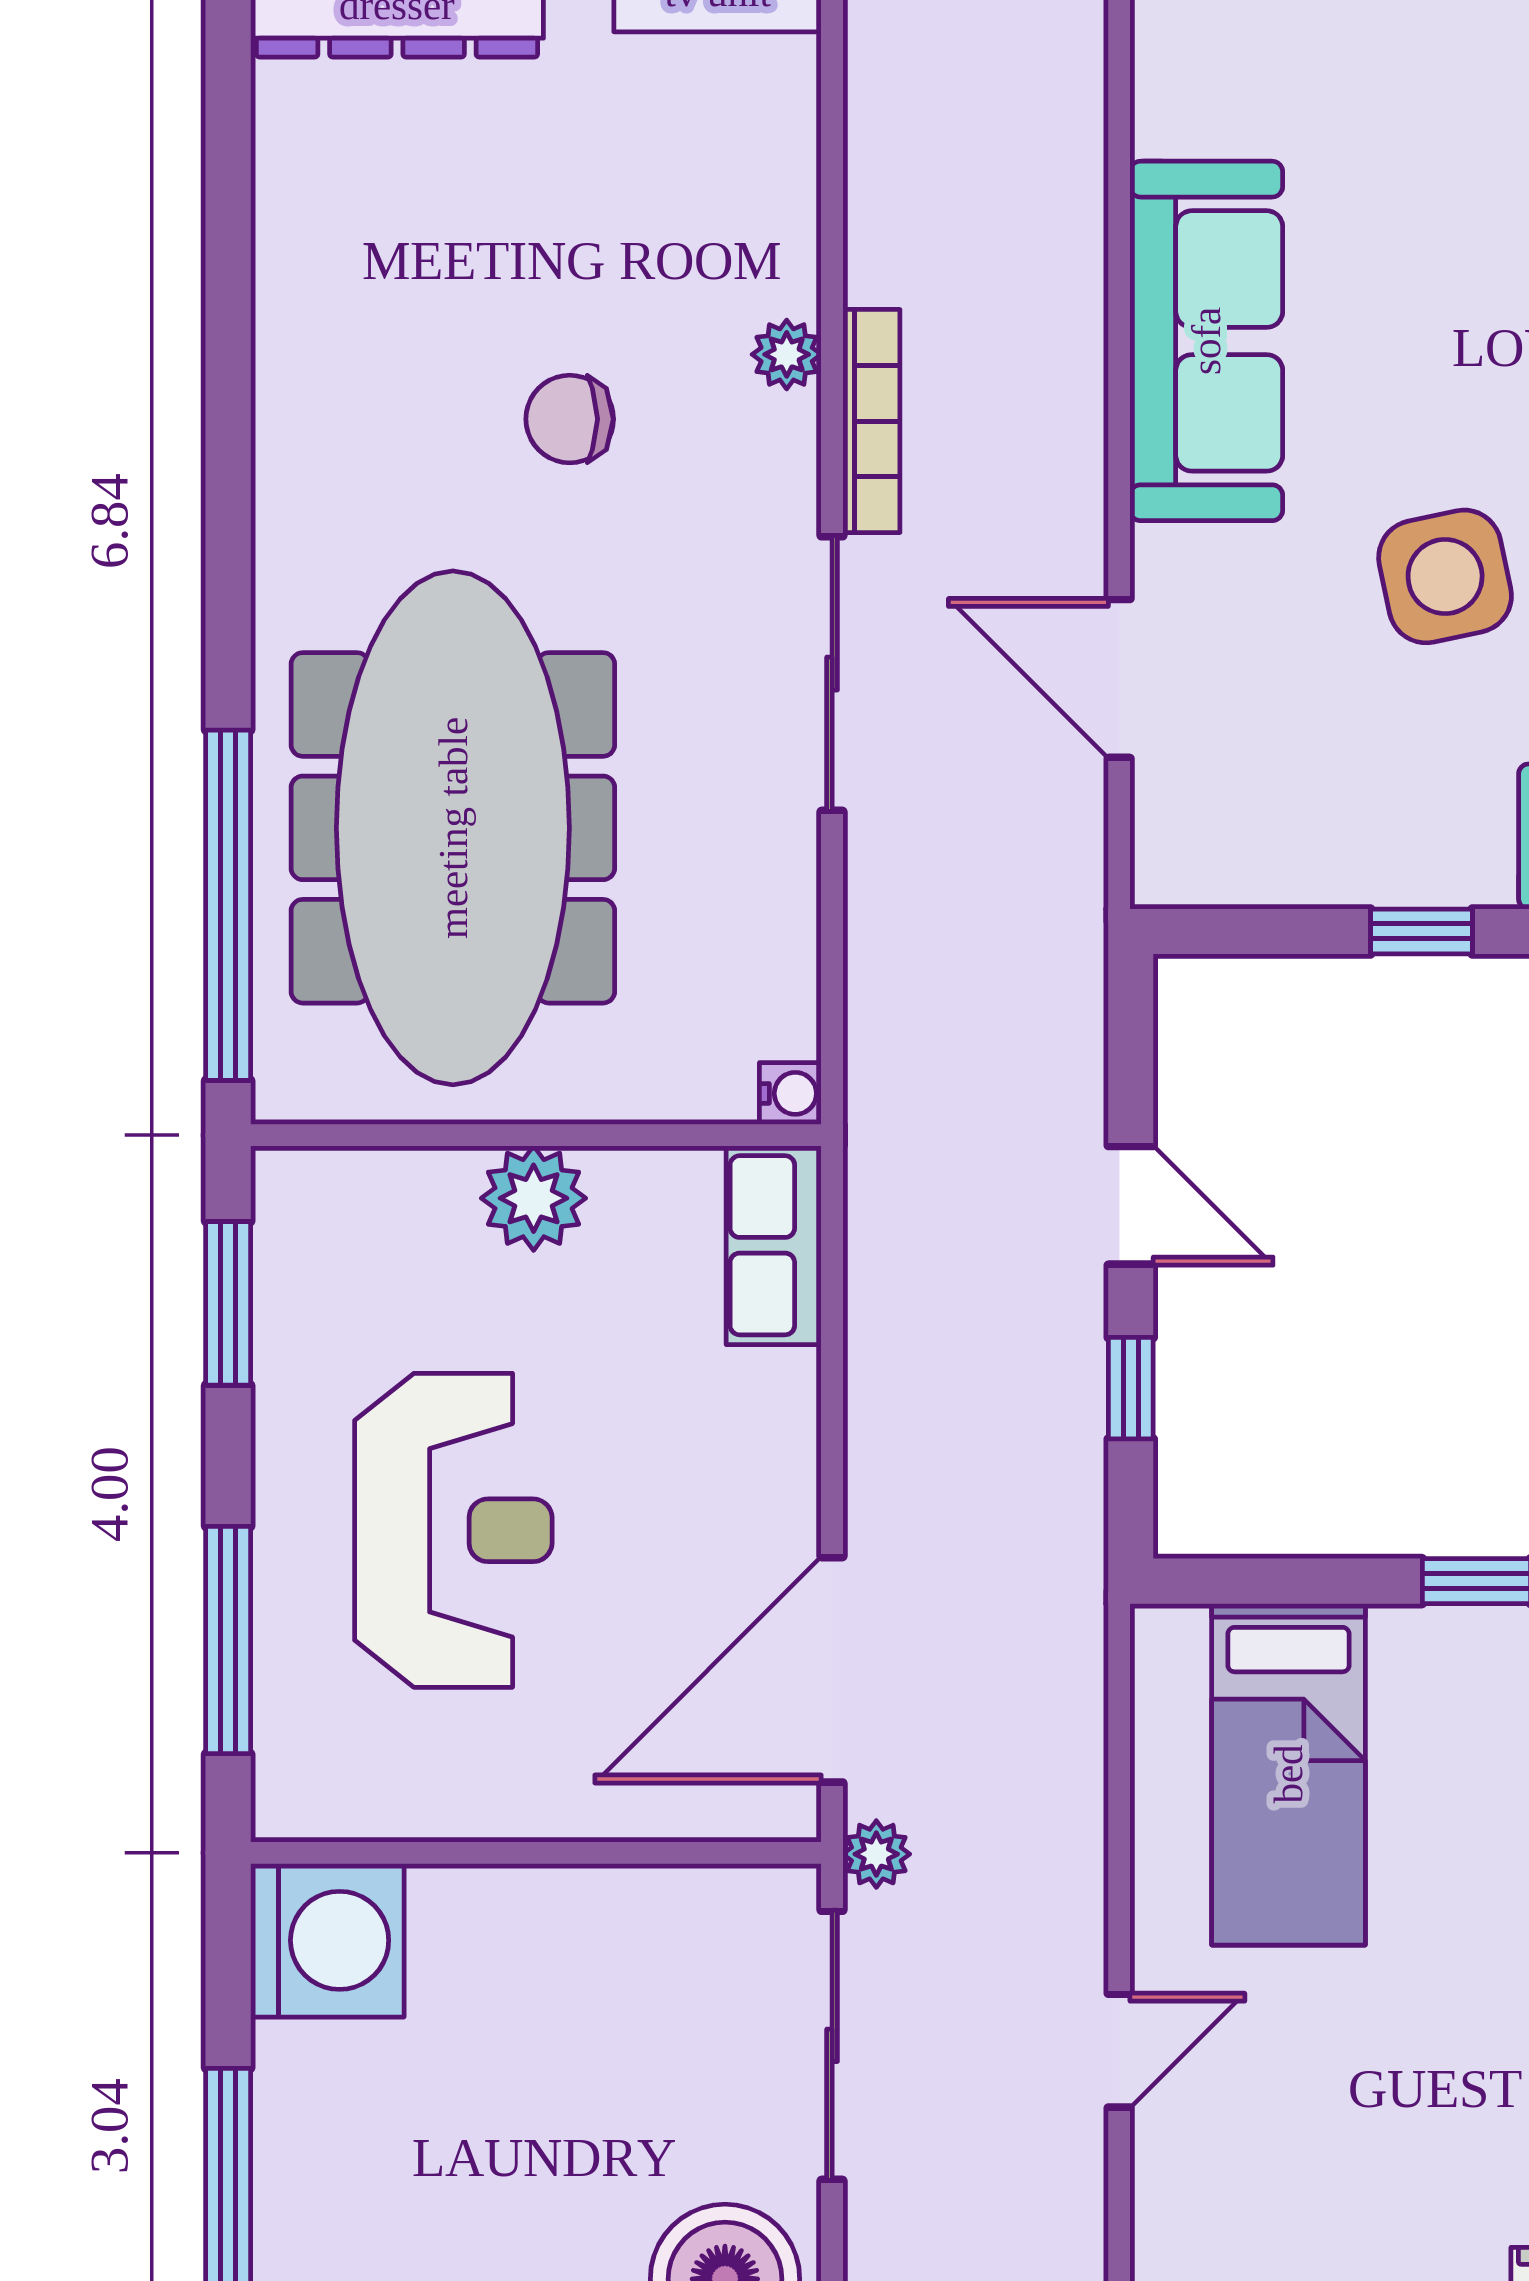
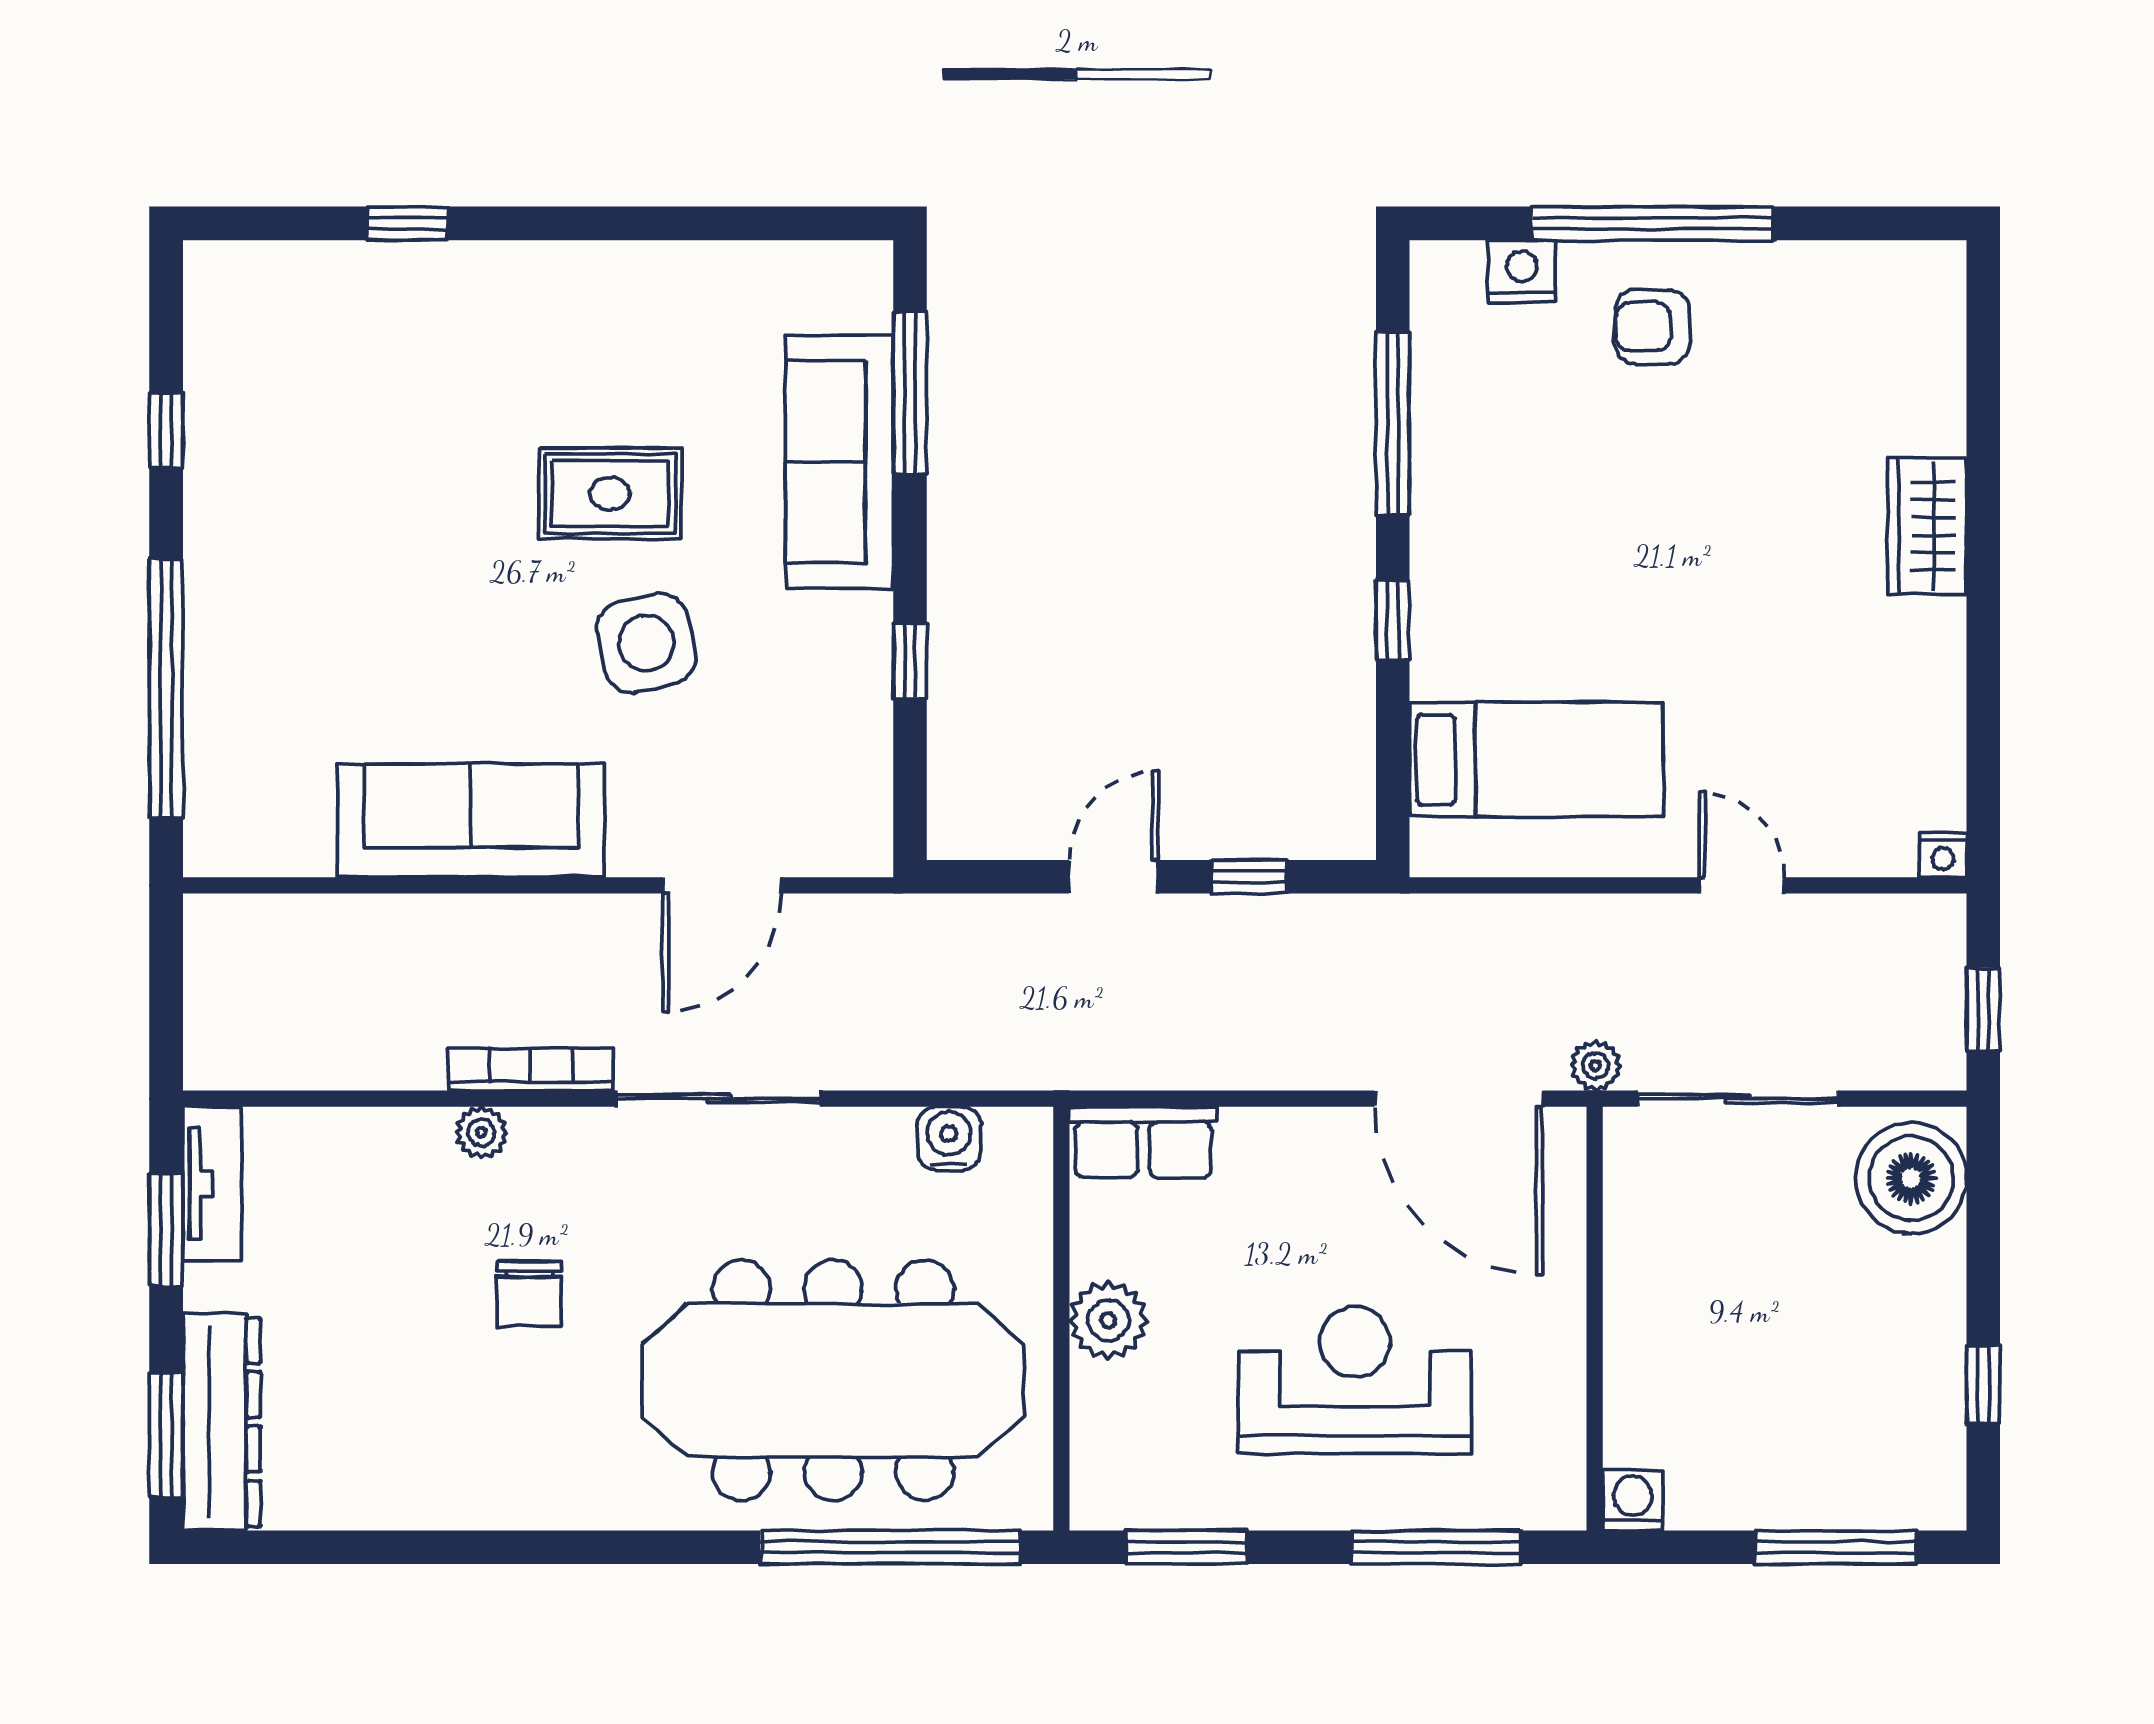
water cooler: (790, 1093) -> (949, 1138), moved, width x1.38, depth x1.38
washing machine: (327, 1940) -> (1633, 1500), width x0.53, depth x0.53

